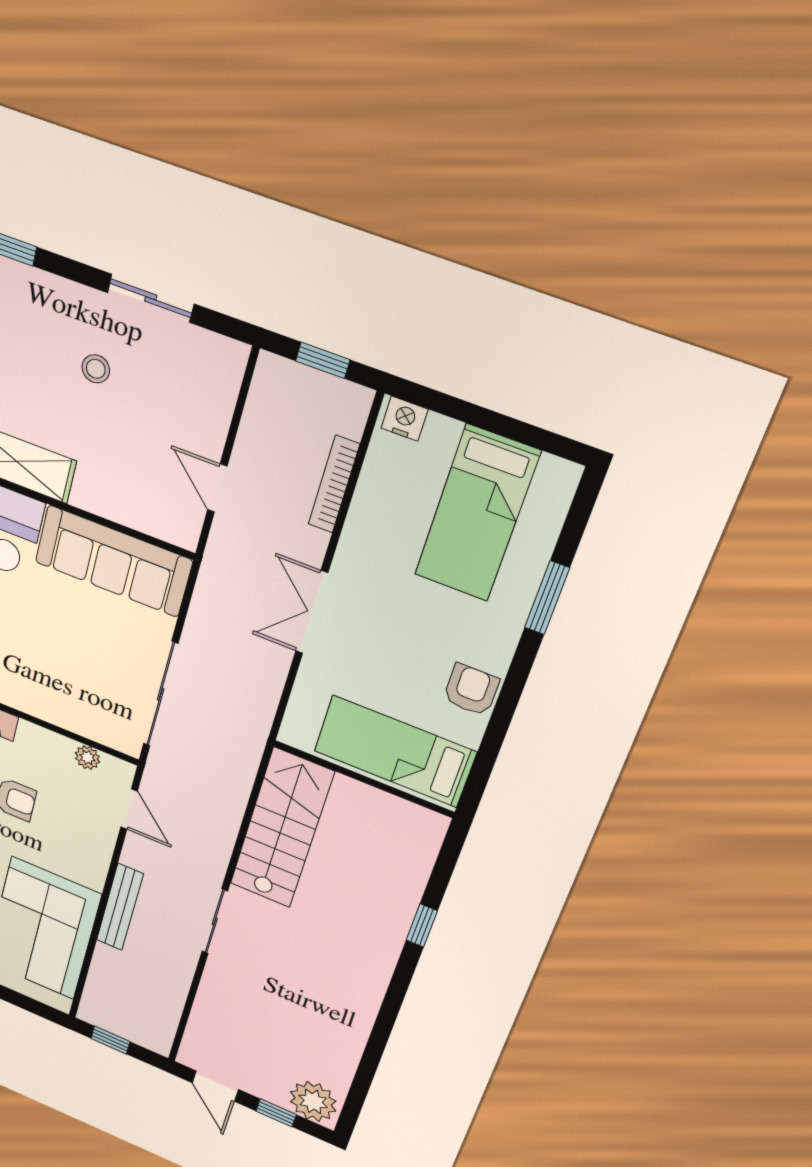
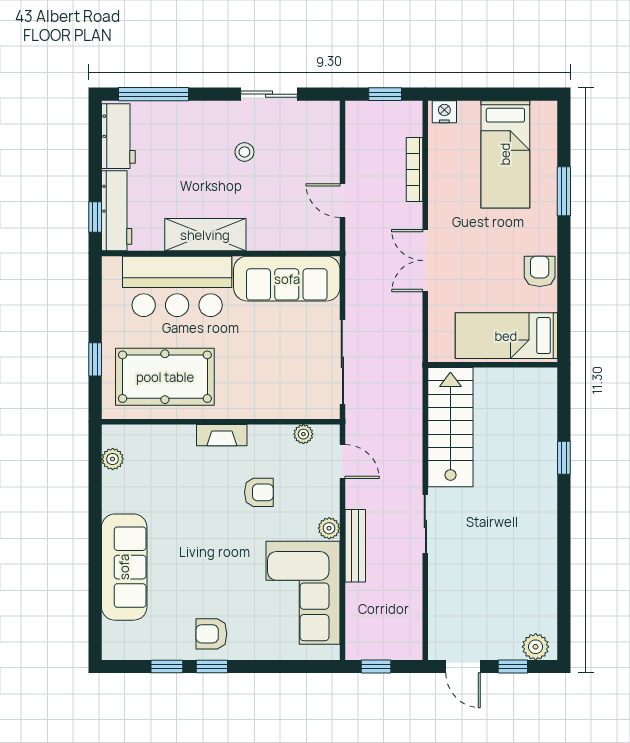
plant: (92, 875) -> (329, 528), added
plant: (313, 1101) -> (536, 647), width x0.73, depth x0.73

